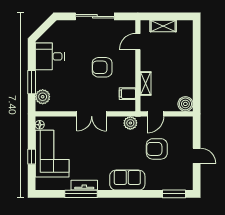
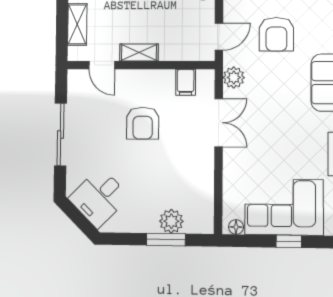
desk: (50, 56) -> (99, 198), moved, turned 45
shelving: (146, 84) -> (139, 52), moved
plant: (43, 97) -> (171, 221), moved
double door: (92, 114) -> (219, 123), moved
door: (155, 114) -> (219, 37), hinge flipped

